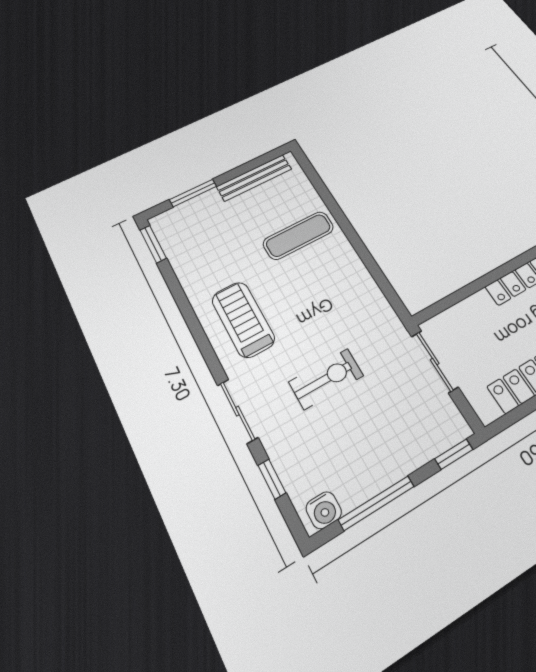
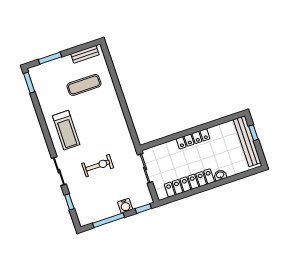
bench: (254, 178) -> (85, 54), width x0.73
exercise mat: (298, 235) -> (84, 85), moved
treadmill: (243, 319) -> (66, 130), turned 180
water cooler: (324, 510) -> (125, 206), moved

